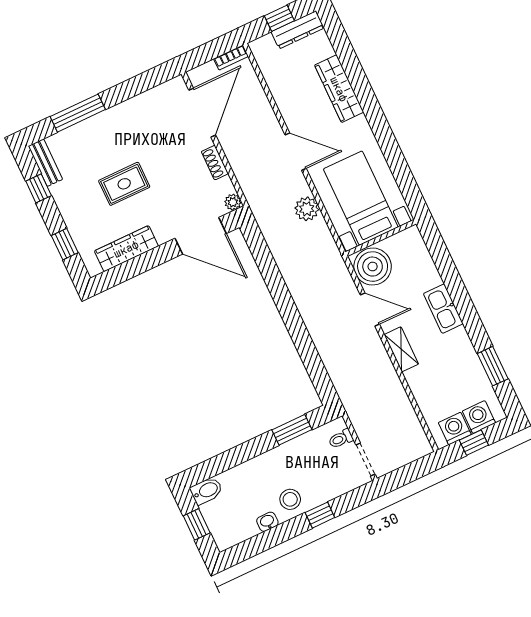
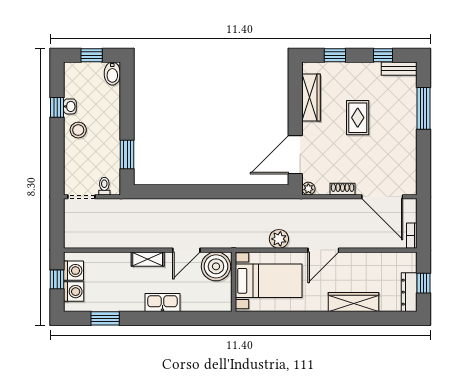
window: (320, 515) -> (57, 107), moved

